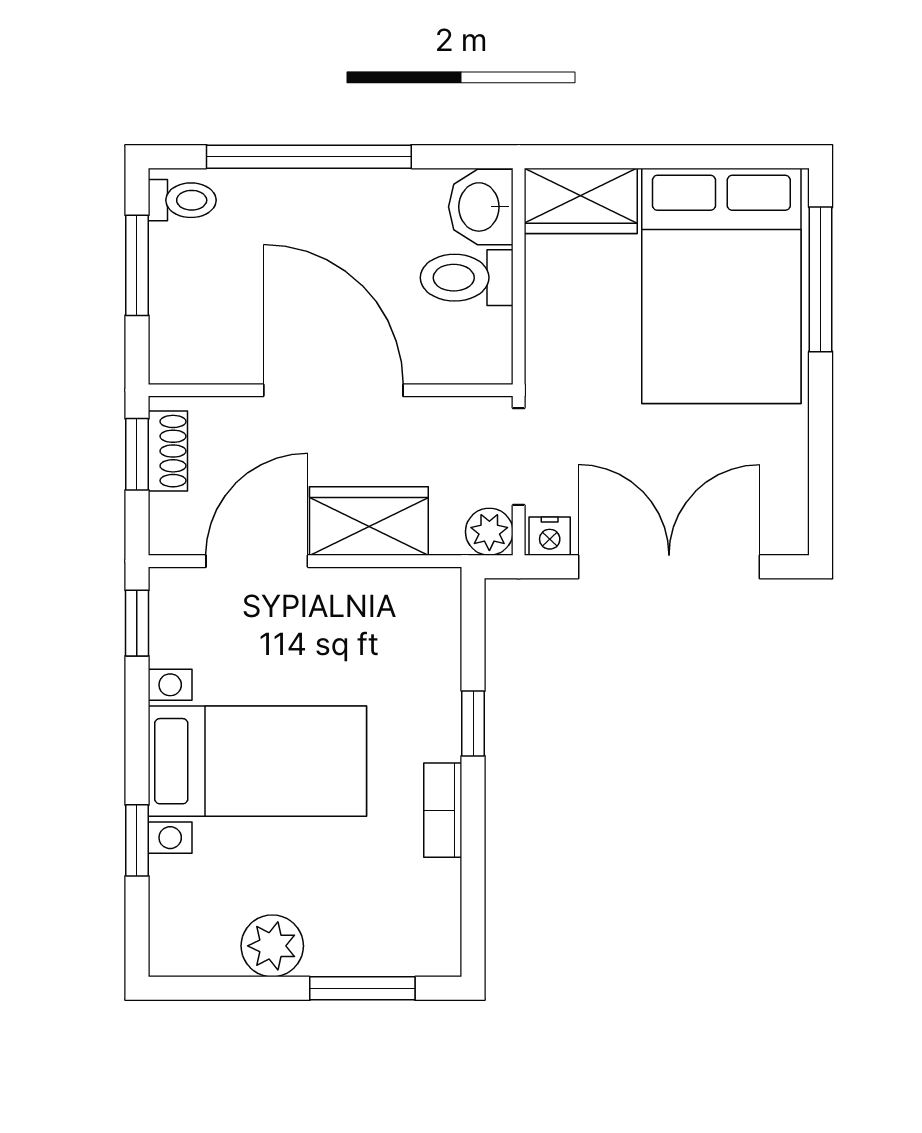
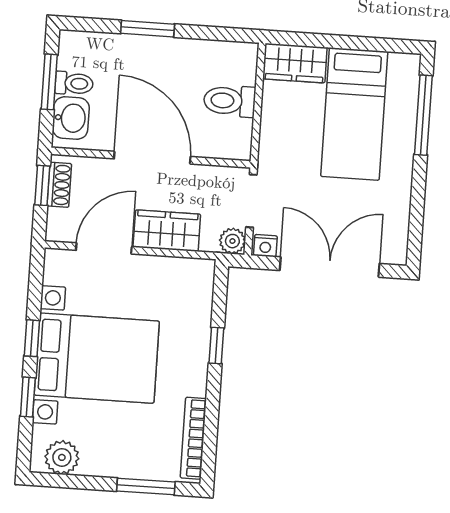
window: (309, 157) -> (148, 29), width x0.47
toilet: (182, 200) -> (74, 83), moved
washbasin: (481, 207) -> (71, 118), moved, turned 180
bed: (721, 286) -> (354, 114), width x0.67
window: (137, 623) -> (32, 338), moved
bed with nightstands: (257, 761) -> (97, 358), width x1.36
bookcase: (443, 810) -> (193, 438), moved, width x1.56
plant: (272, 946) -> (62, 457), moved

